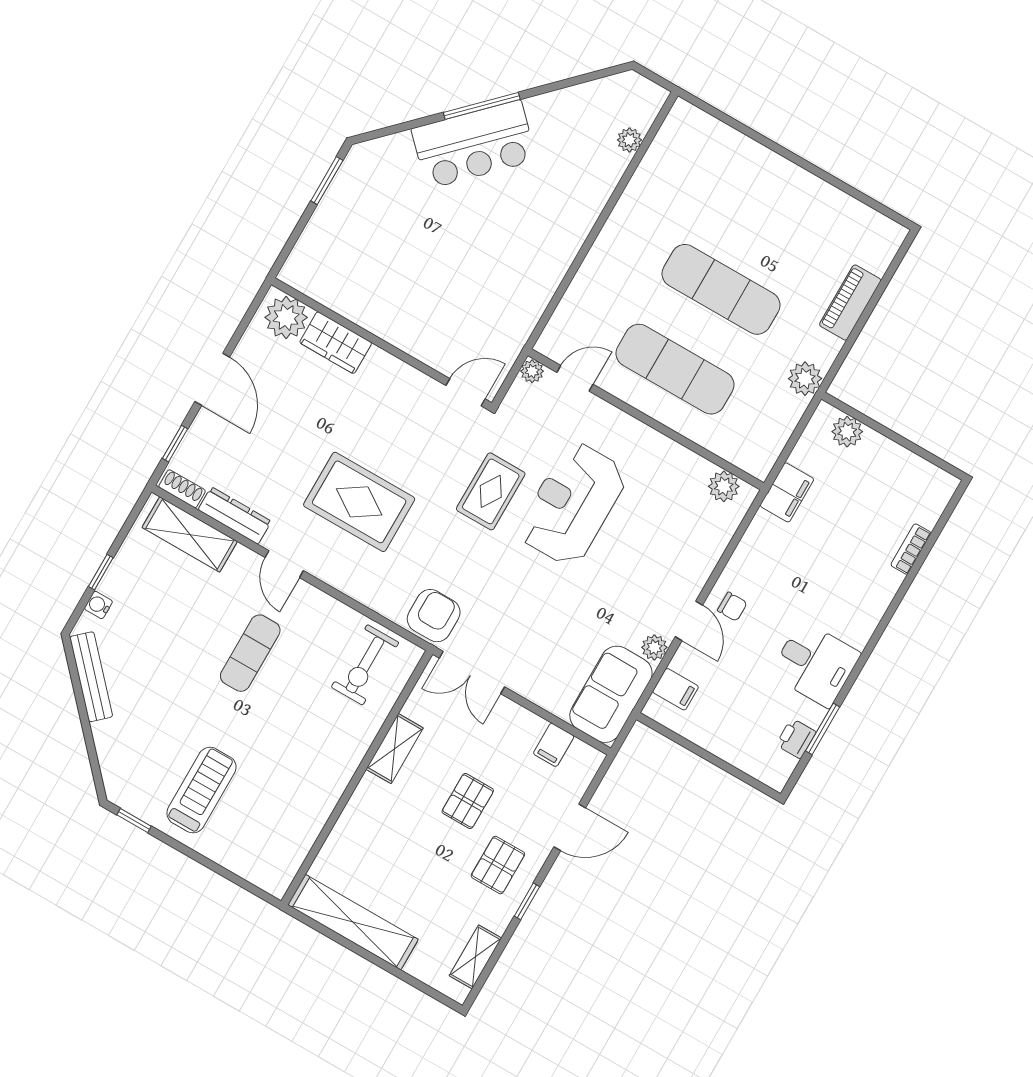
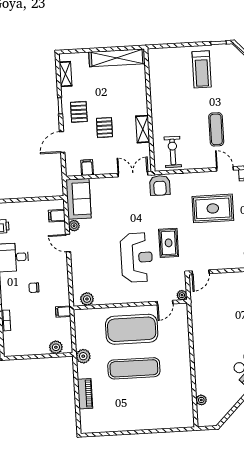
exercise mat: (675, 369) -> (132, 329), width x1.47
filing cabinet: (787, 492) -> (63, 312), width x0.50
chair: (732, 607) -> (34, 288), moved

